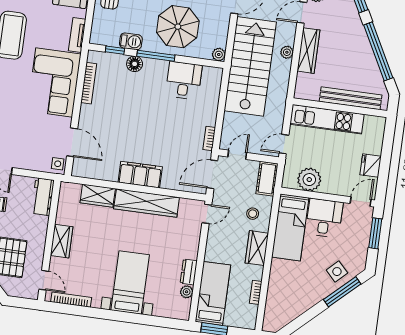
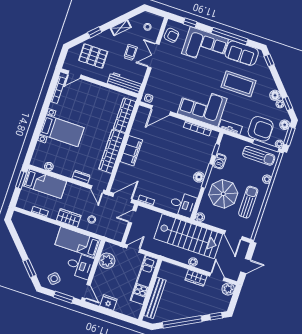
wardrobe: (308, 51) -> (196, 278), width x0.67
floor lamp: (135, 64) -> (199, 177), moved
desk: (184, 80) -> (183, 205), moved
door: (284, 144) -> (133, 249), hinge flipped
door: (237, 155) -> (132, 217), swing flipped
door: (212, 174) -> (122, 198), hinge flipped
cot: (267, 179) -> (113, 233), removed
wardrobe: (98, 196) -> (125, 115), width x1.50
workbench: (43, 197) -> (125, 83), width x1.38
wardrobe: (62, 241) -> (98, 91), removed
dresser: (189, 272) -> (81, 177), moved
side table: (337, 272) -> (54, 279), moved
window: (342, 292) -> (29, 268), width x0.69

